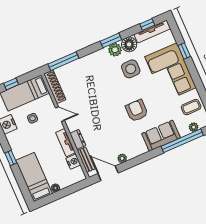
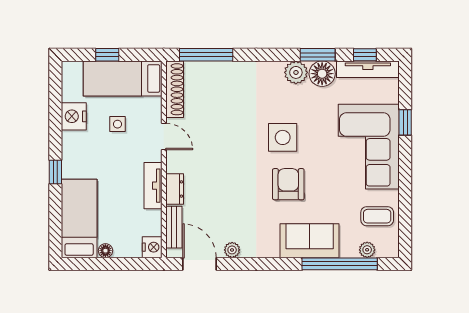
window: (111, 40) -> (318, 55), moved
side table: (131, 69) -> (283, 137), moved
nightstand: (73, 162) -> (152, 247), moved

